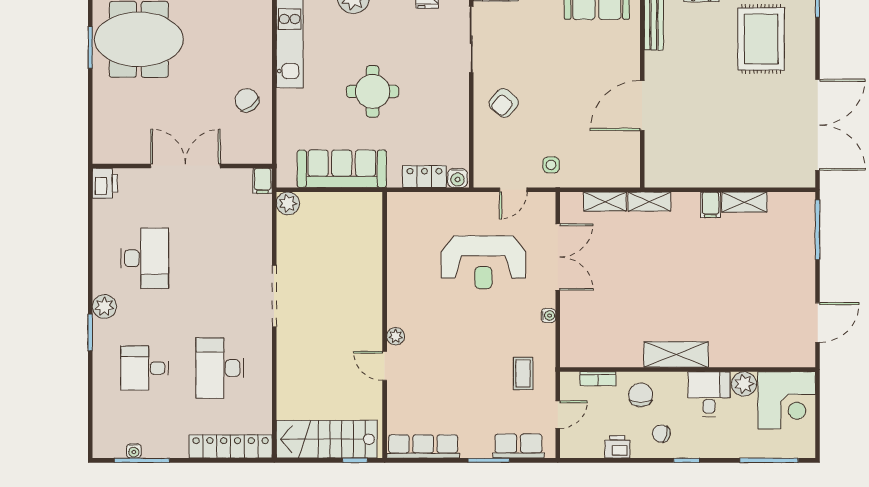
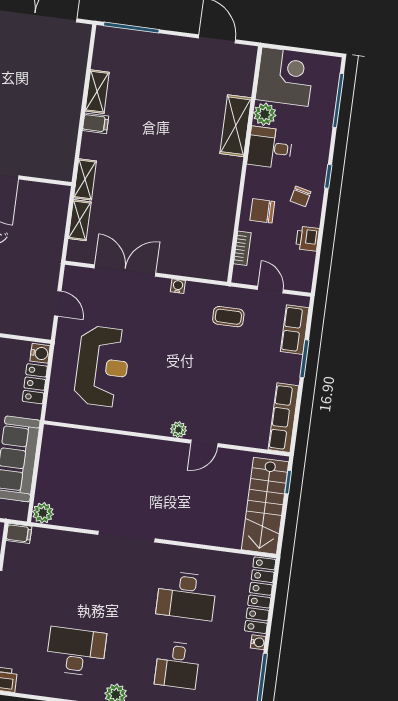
side table: (551, 165) -> (39, 266), removed
reception desk: (483, 262) -> (102, 366), moved
shelving: (676, 354) -> (236, 126), moved
water cooler: (134, 451) -> (258, 642), moved

